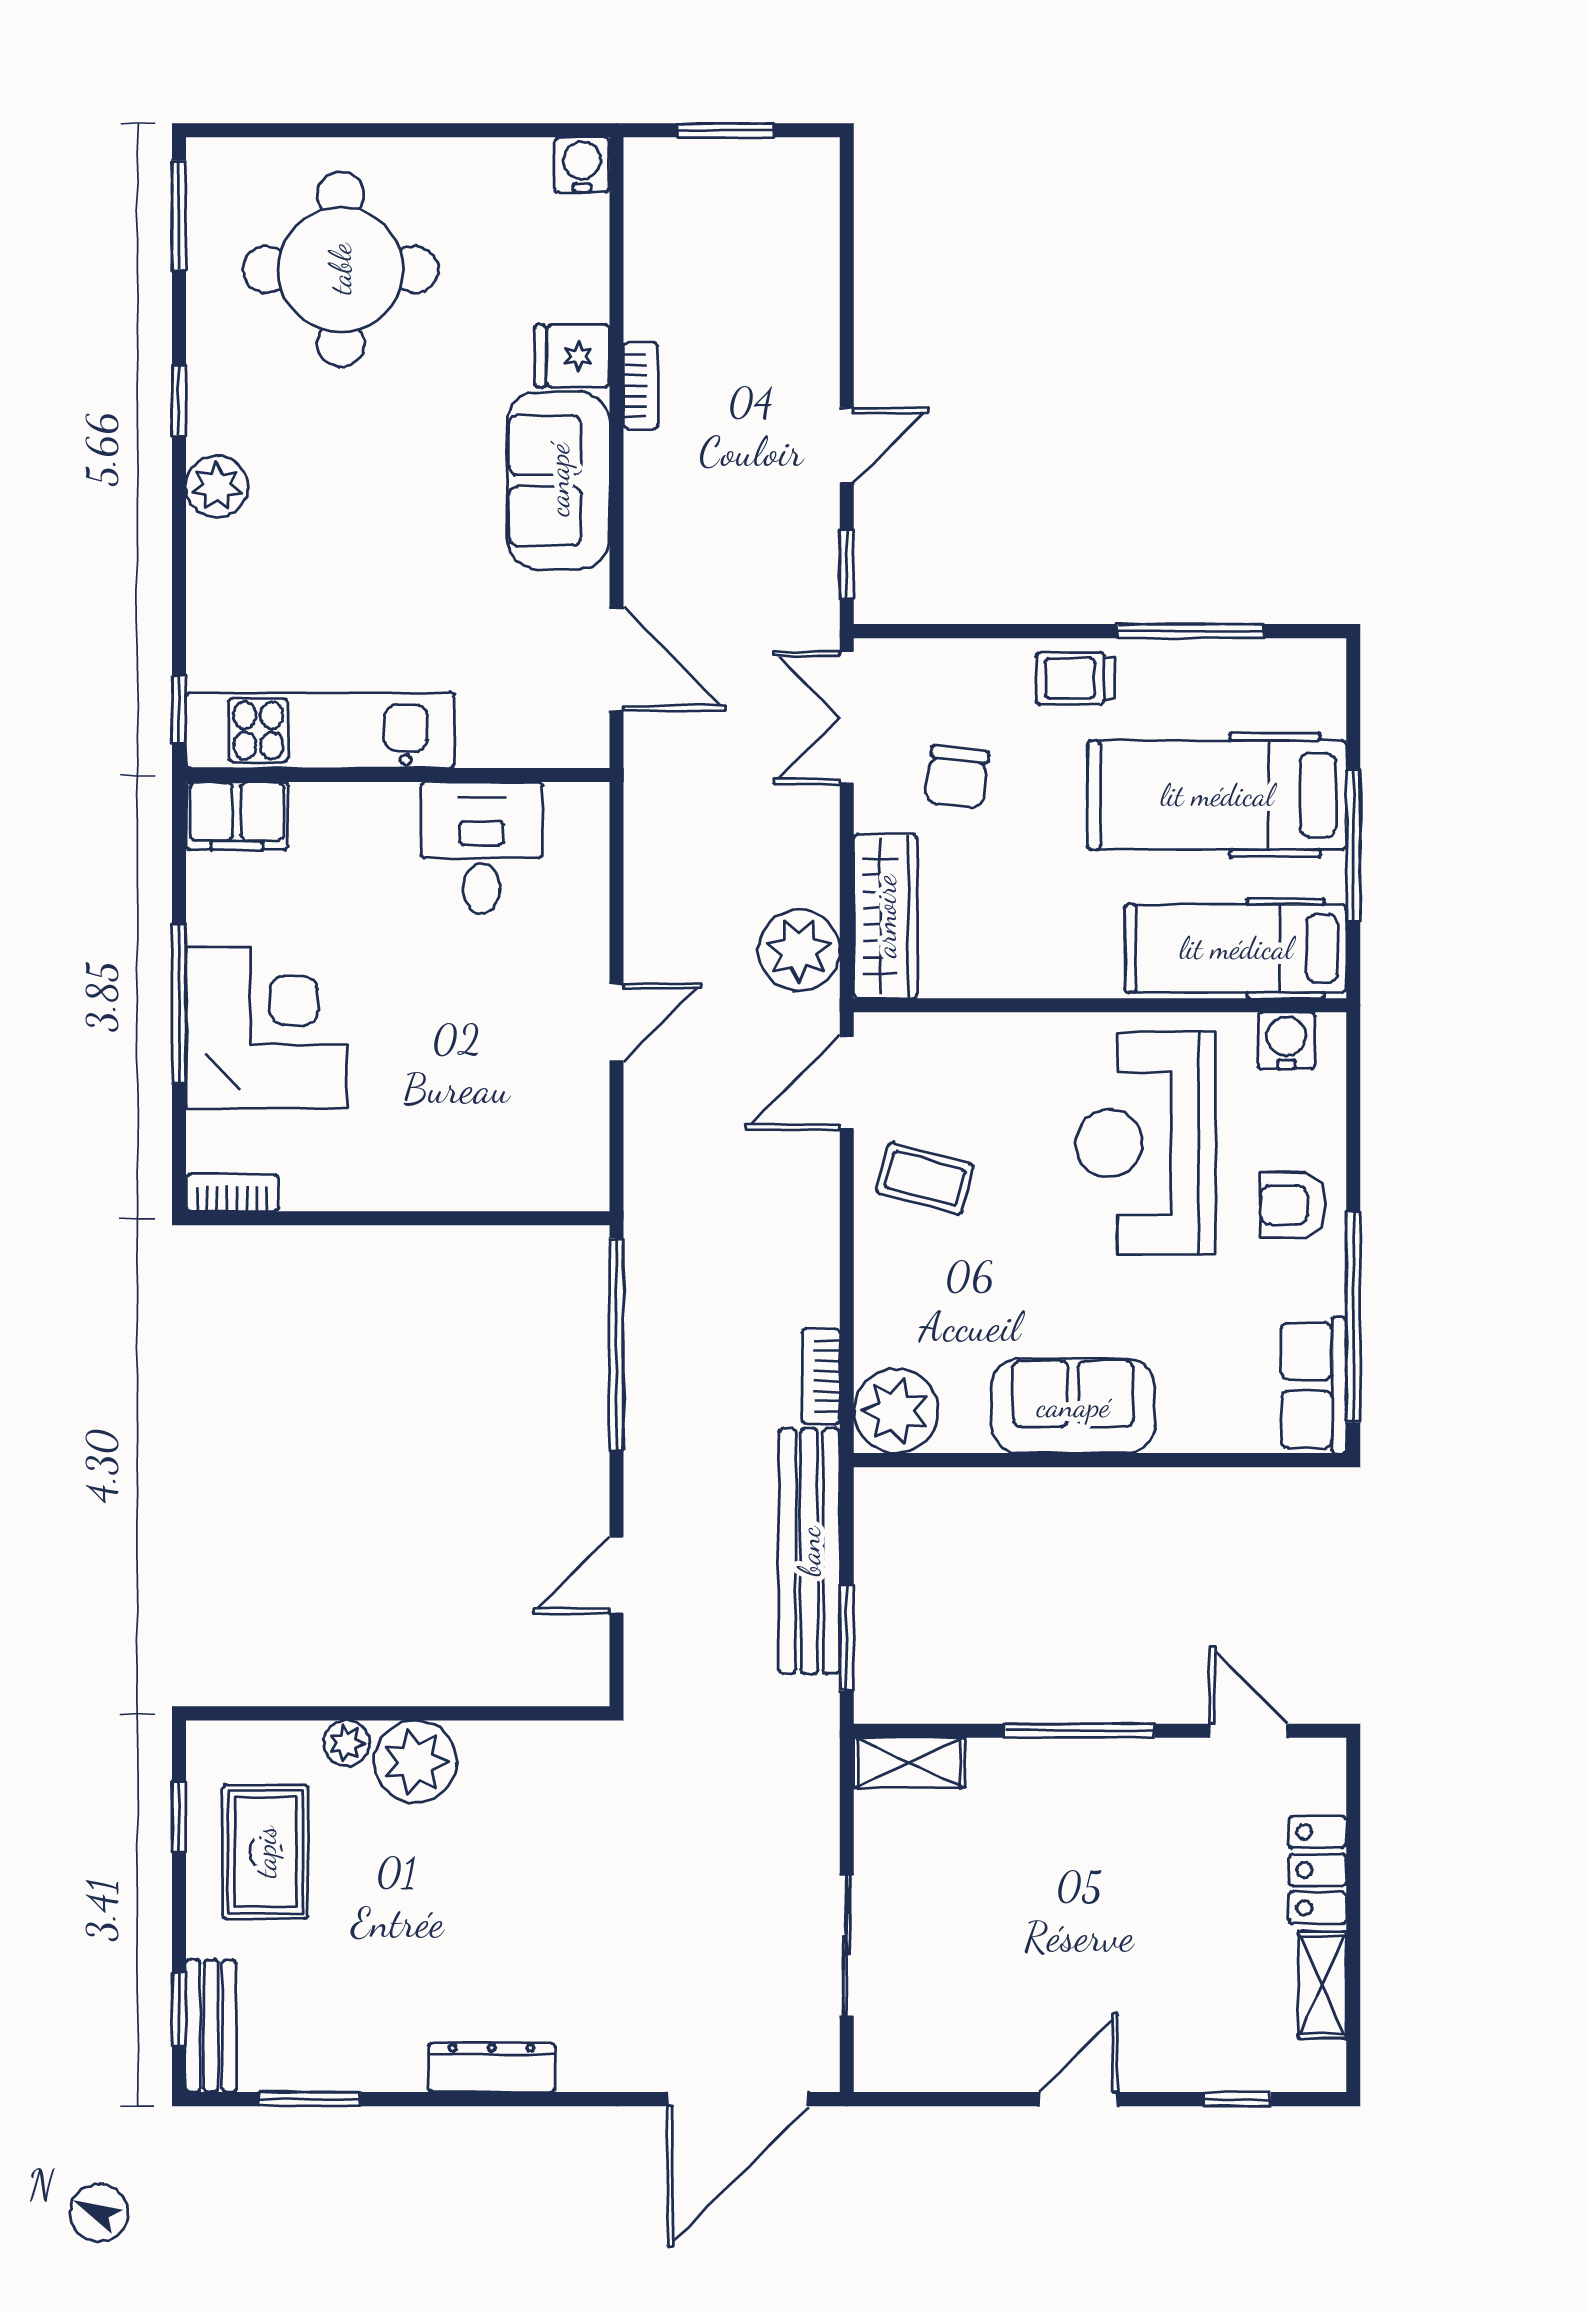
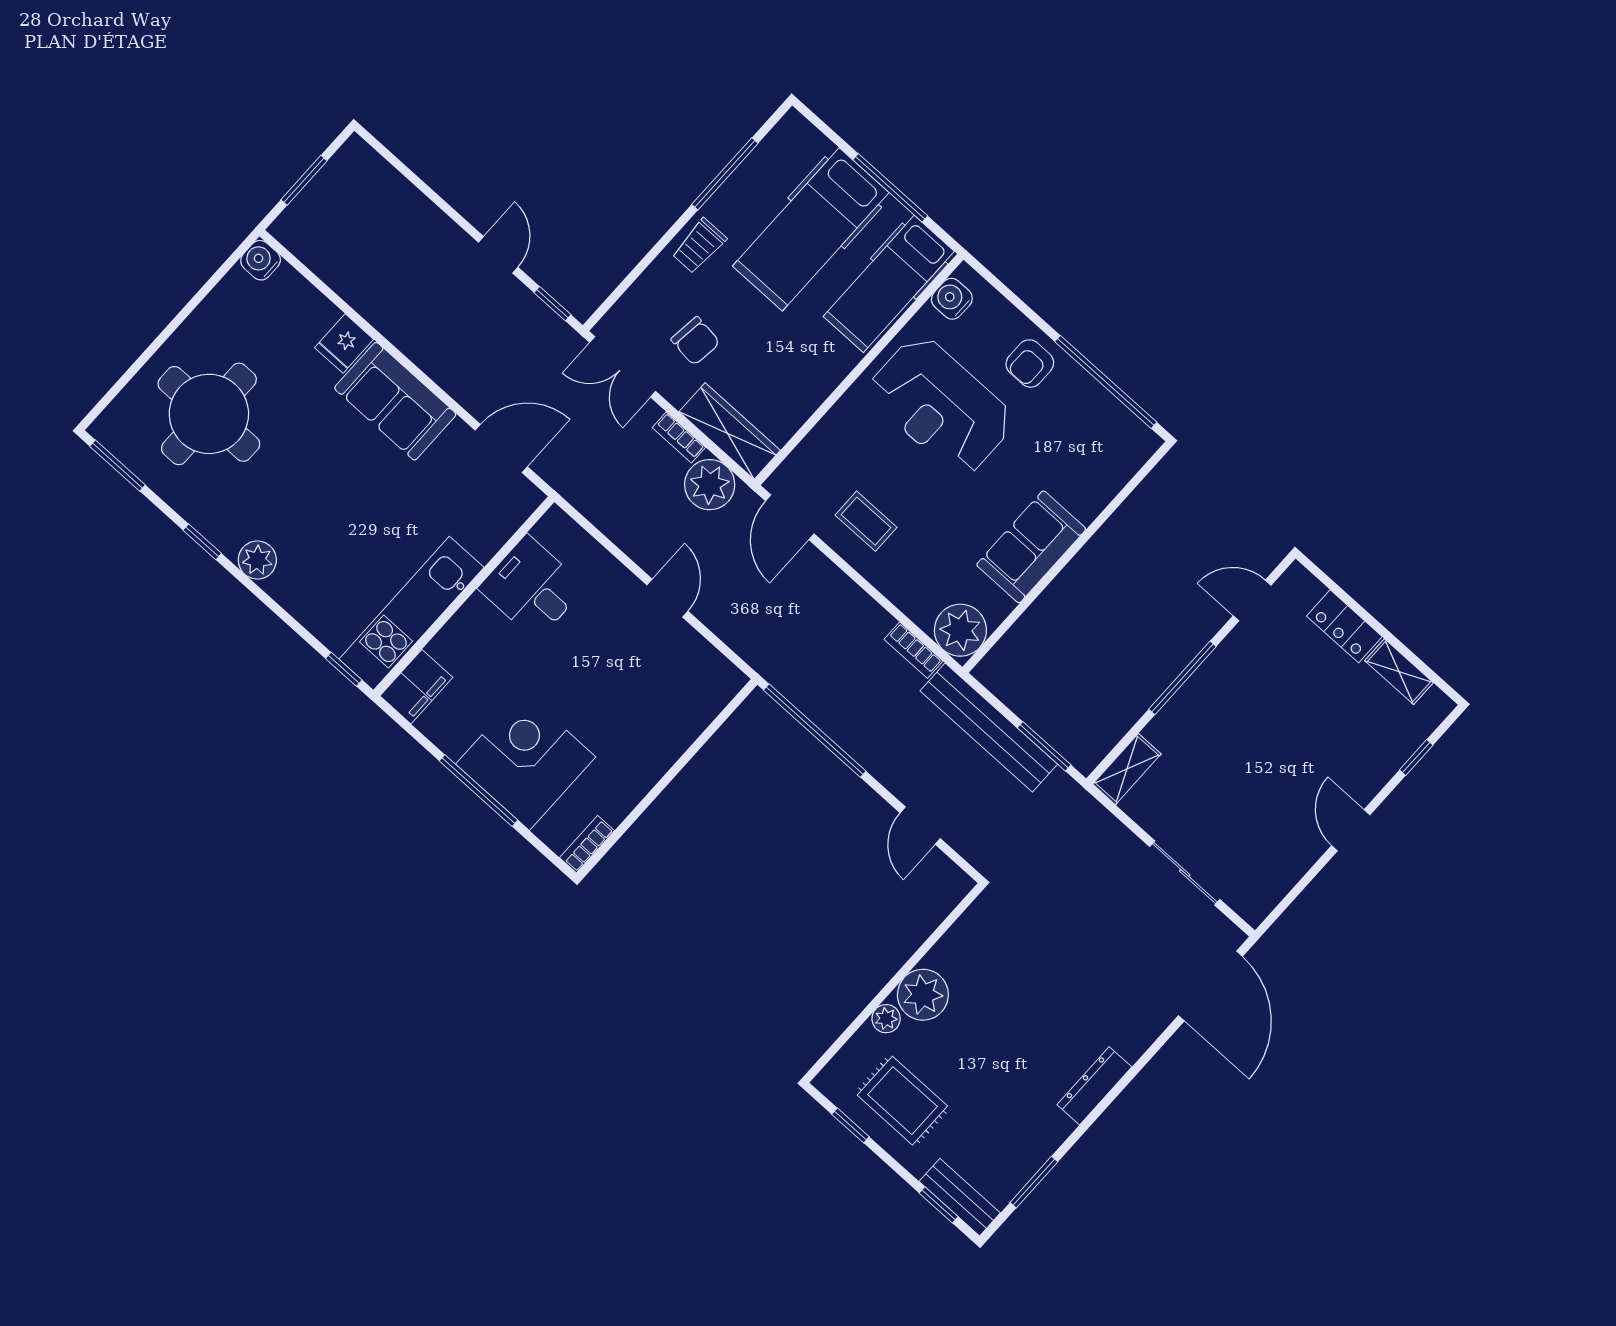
bookcase: (641, 386) -> (679, 437), moved, turned 180
coffee table: (925, 1179) -> (866, 521), turned 75
row of seats: (1314, 1385) -> (1121, 428), removed

